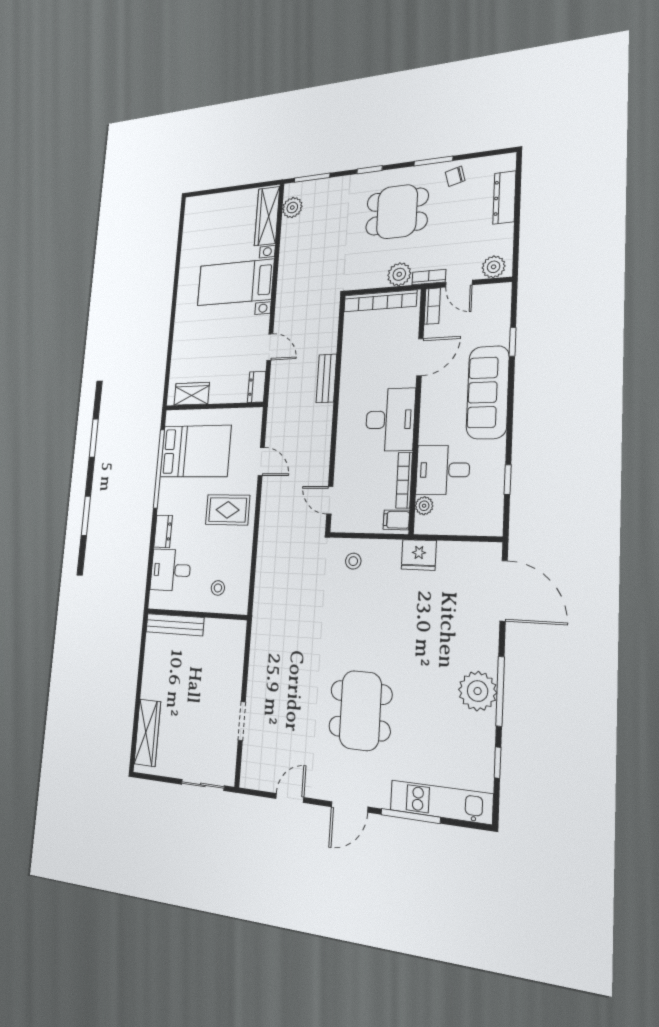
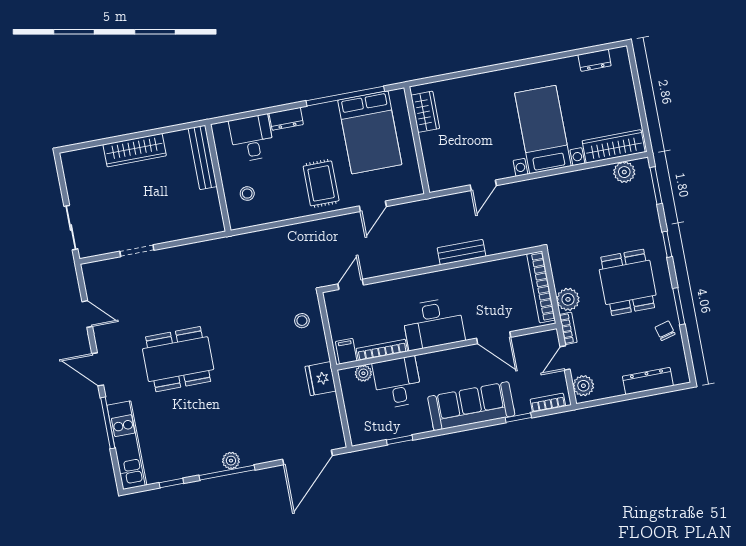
bookcase: (432, 306) -> (548, 403), moved, turned 180
dresser: (257, 387) -> (595, 60), moved, turned 180
plant: (478, 691) -> (231, 461), width x0.53, depth x0.53
wardrobe: (147, 733) -> (135, 150), moved

